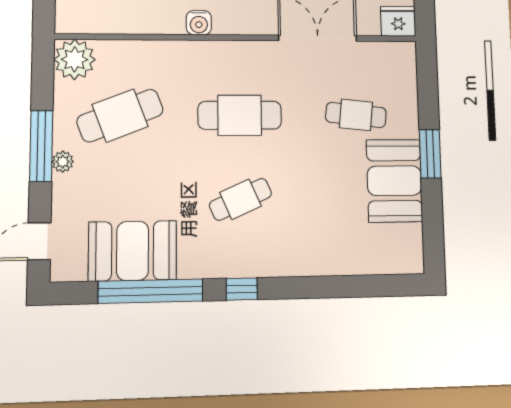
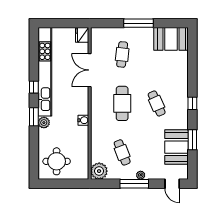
cafe table: (120, 116) -> (122, 152), width x0.73, depth x0.74
window: (430, 154) -> (139, 23), width x1.44
booth: (394, 181) -> (171, 39), moved
window: (151, 291) -> (192, 140), width x0.47

